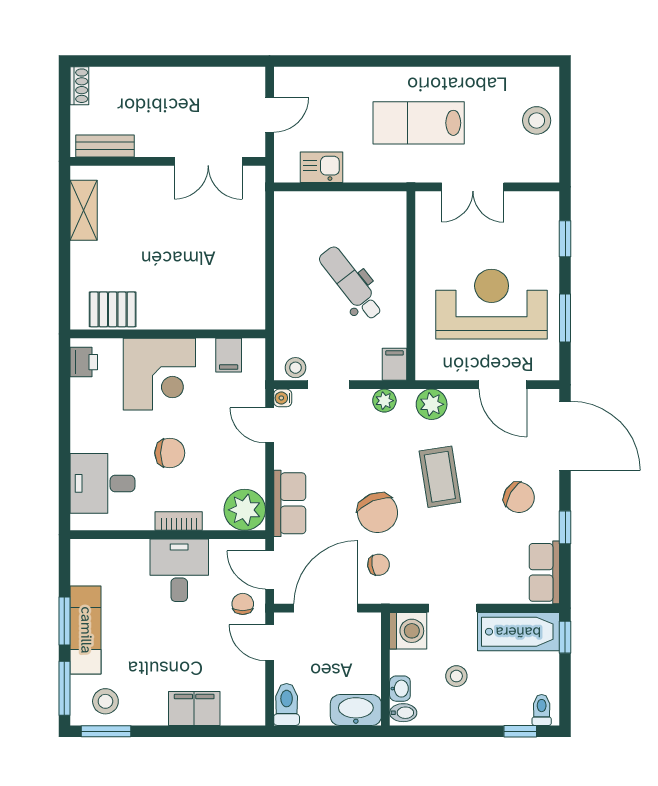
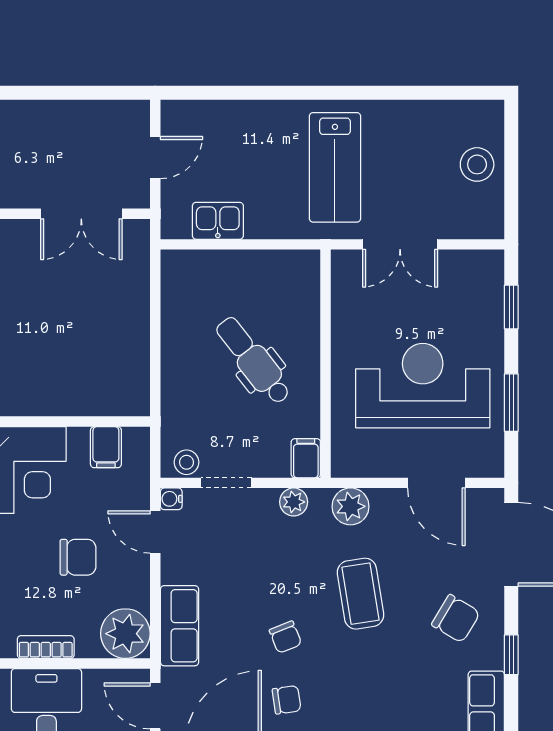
lab bench: (419, 123) -> (335, 167), turned -90
chair: (170, 453) -> (78, 557), moved
chair: (378, 513) -> (285, 637), width x0.54, depth x0.54

